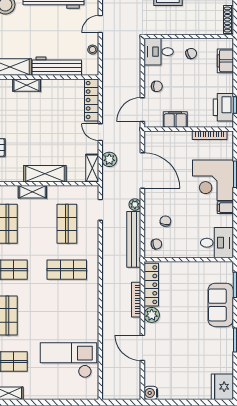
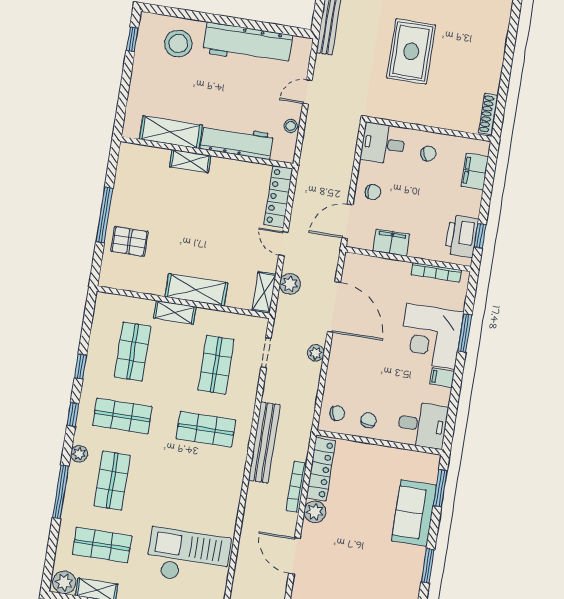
chair: (165, 221) -> (368, 420), moved
bench: (134, 239) -> (264, 442), moved

